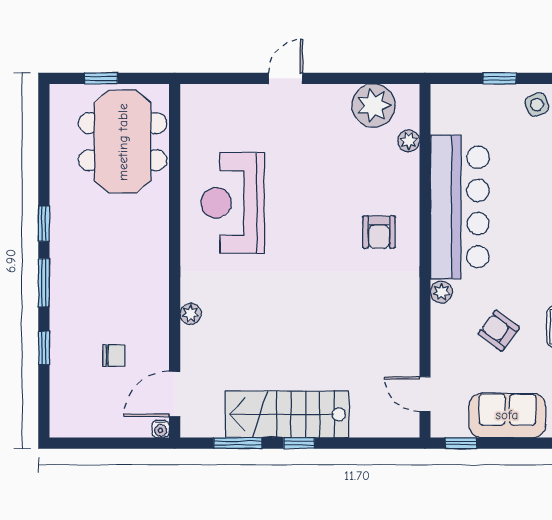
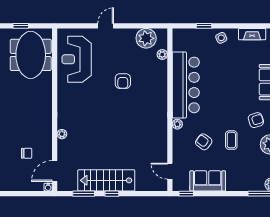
reception desk: (233, 203) -> (77, 59), moved
armchair: (379, 232) -> (123, 81), moved

